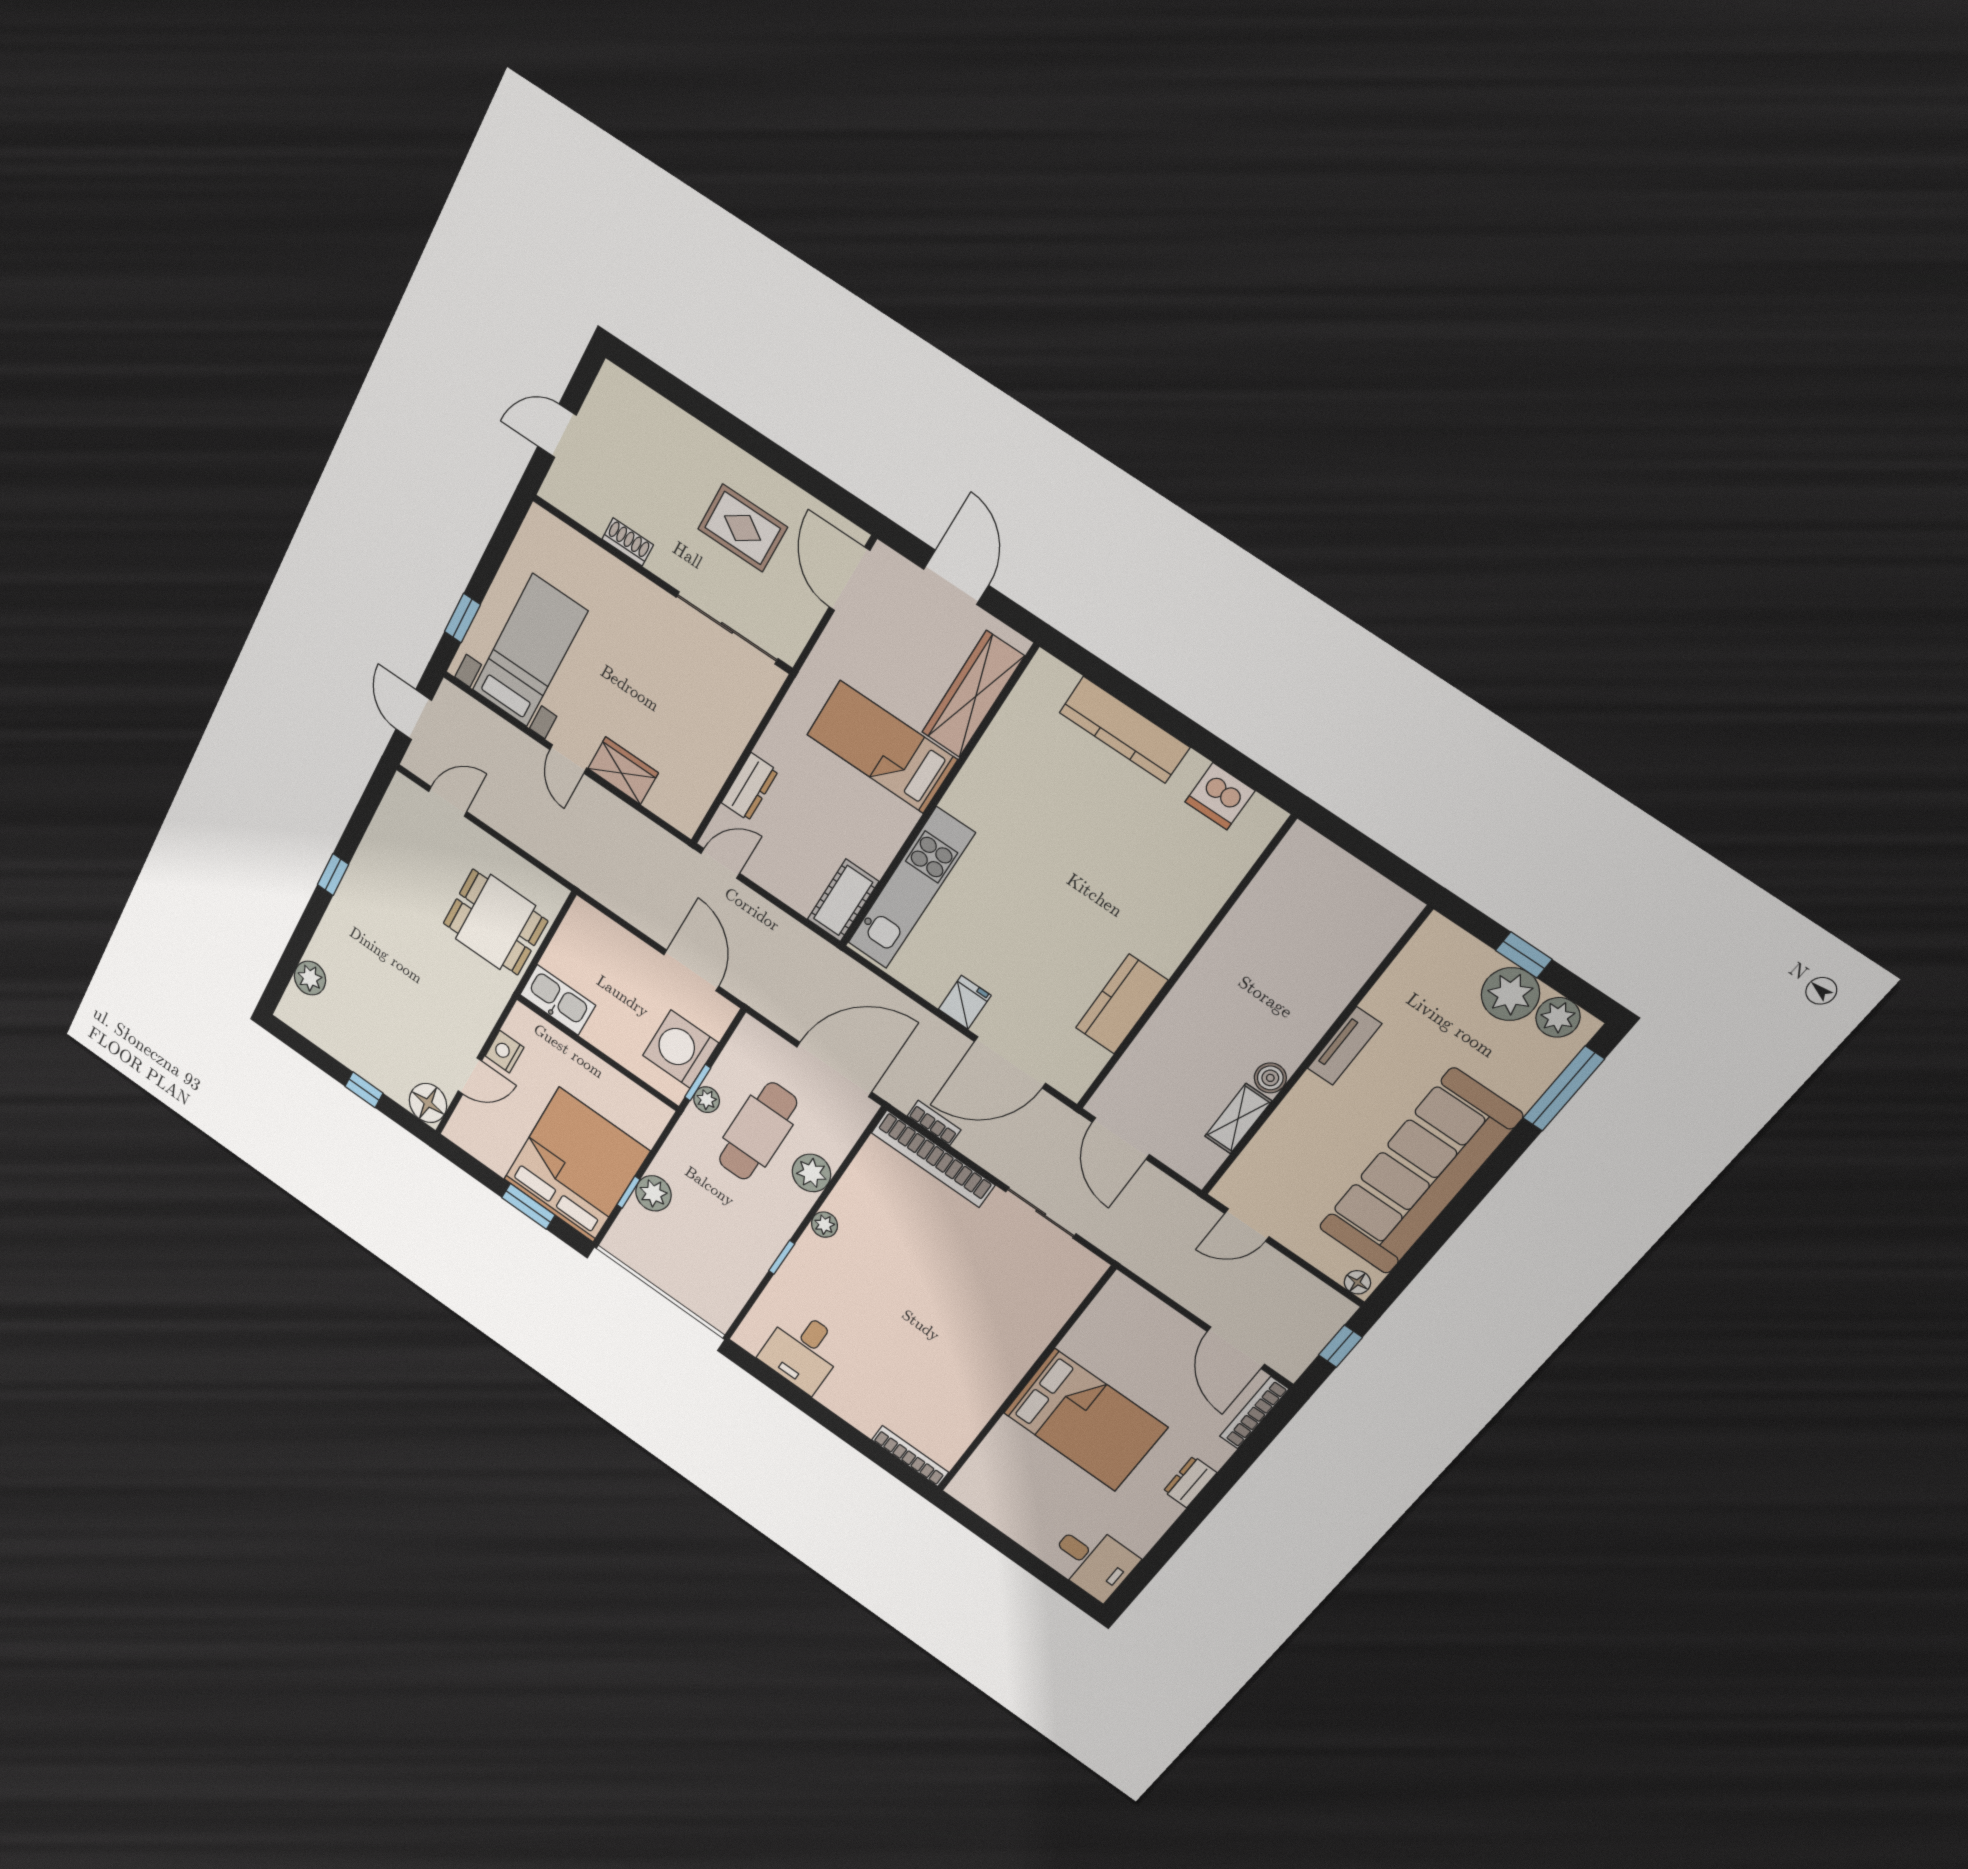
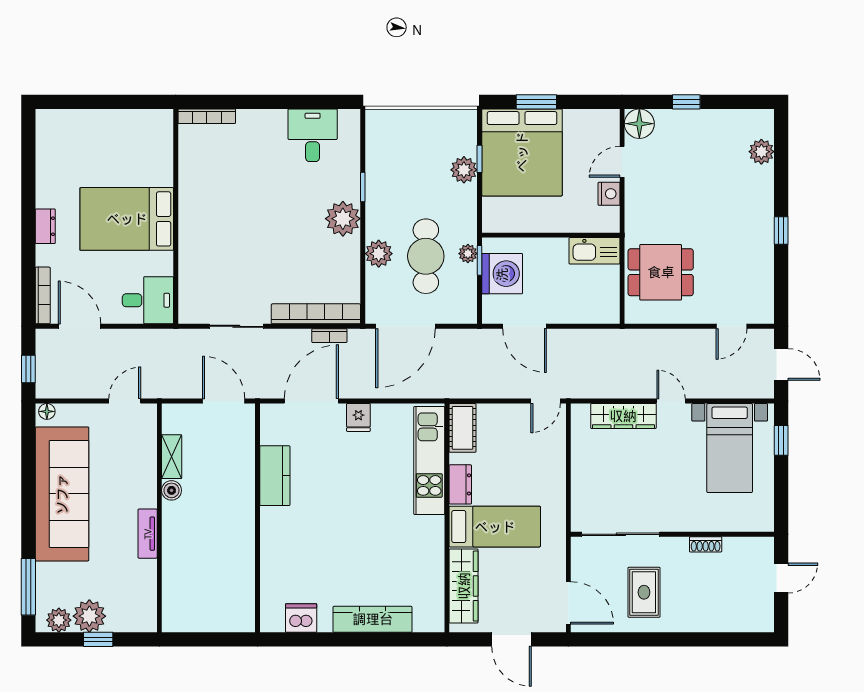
rug: (743, 528) -> (644, 592), turned 90
wardrobe: (623, 771) -> (623, 416), width x1.50
dresser: (750, 787) -> (460, 484), moved, turned 180
plant: (824, 1225) -> (343, 219), width x1.88, depth x1.88
desk: (1093, 1561) -> (148, 300), moved, turned 180

